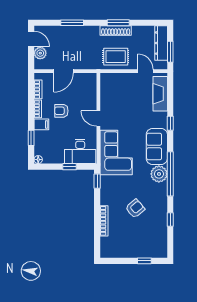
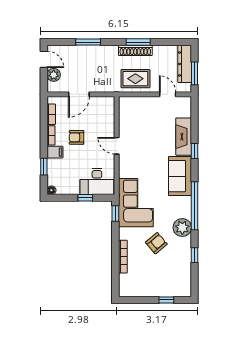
fireplace: (160, 94) -> (184, 137), moved
corner sofa: (116, 153) -> (136, 203), moved
plant: (159, 174) -> (182, 228), moved

